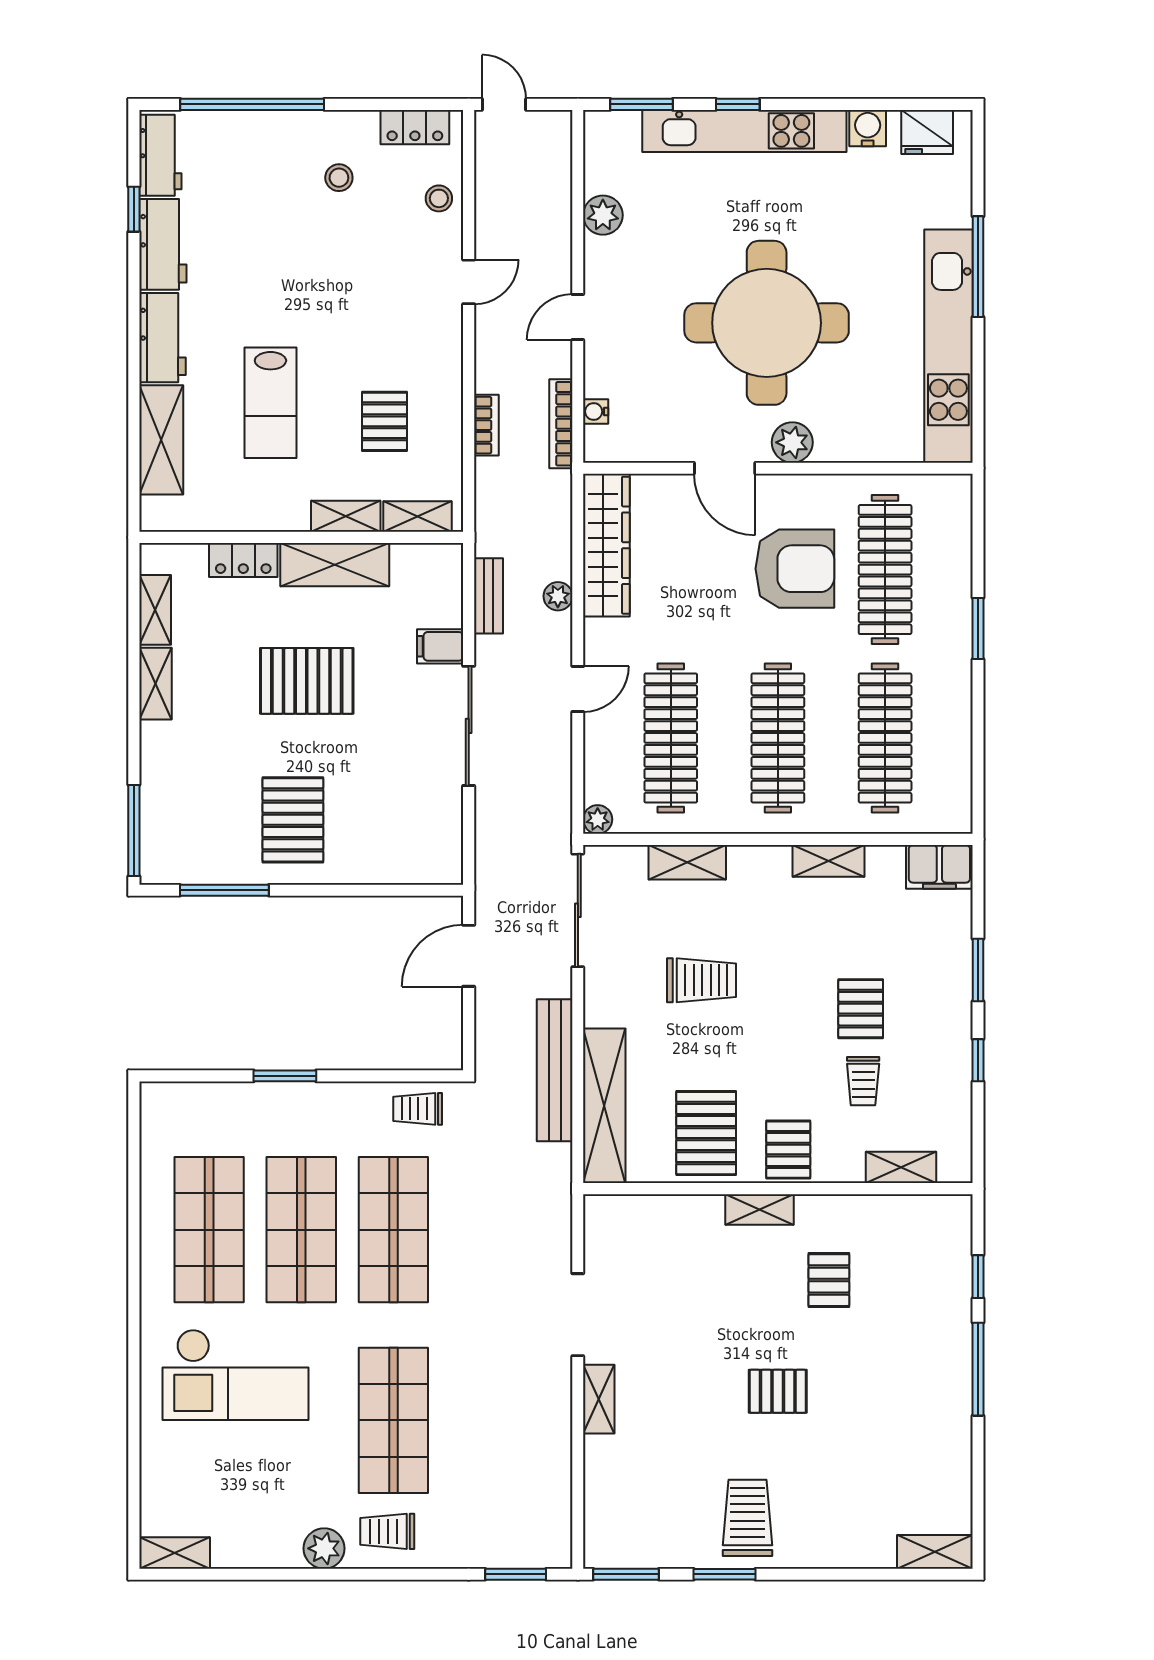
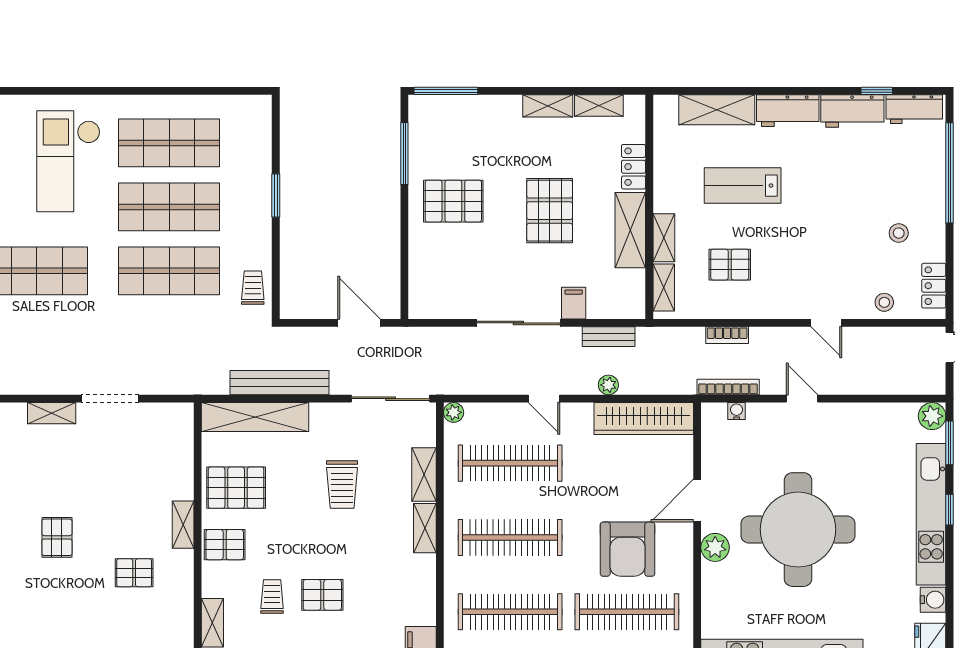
plant: (603, 215) -> (932, 416), moved
shelving: (829, 861) -> (425, 528), moved
trolley: (863, 1081) -> (272, 596), turned 90

